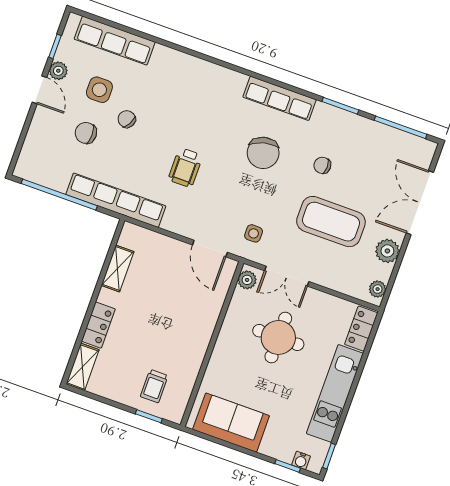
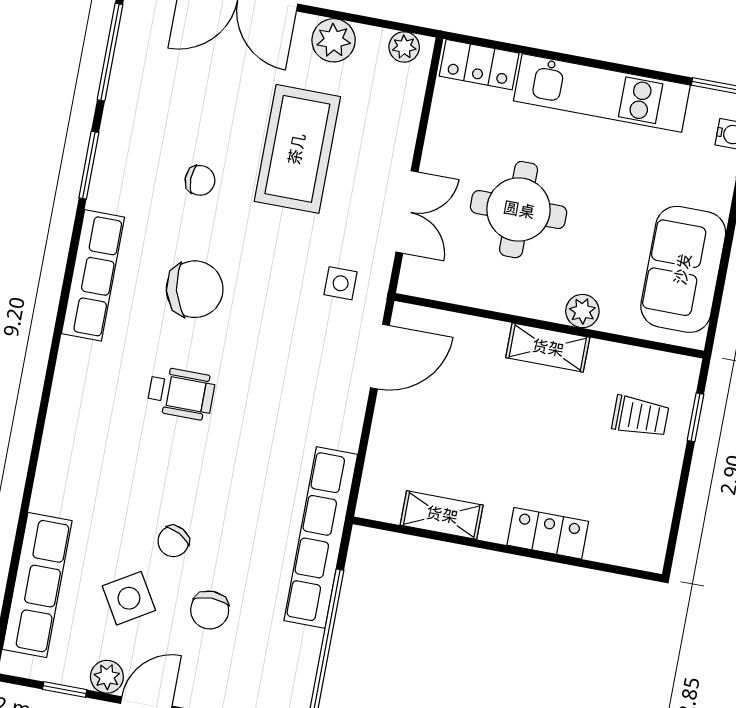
side table: (99, 90) -> (129, 598), turned -31
chair: (322, 165) -> (200, 180), turned -90
wheelchair: (185, 168) -> (181, 393), moved
plant: (247, 280) -> (582, 311), moved
shelving: (82, 367) -> (548, 348), moved

